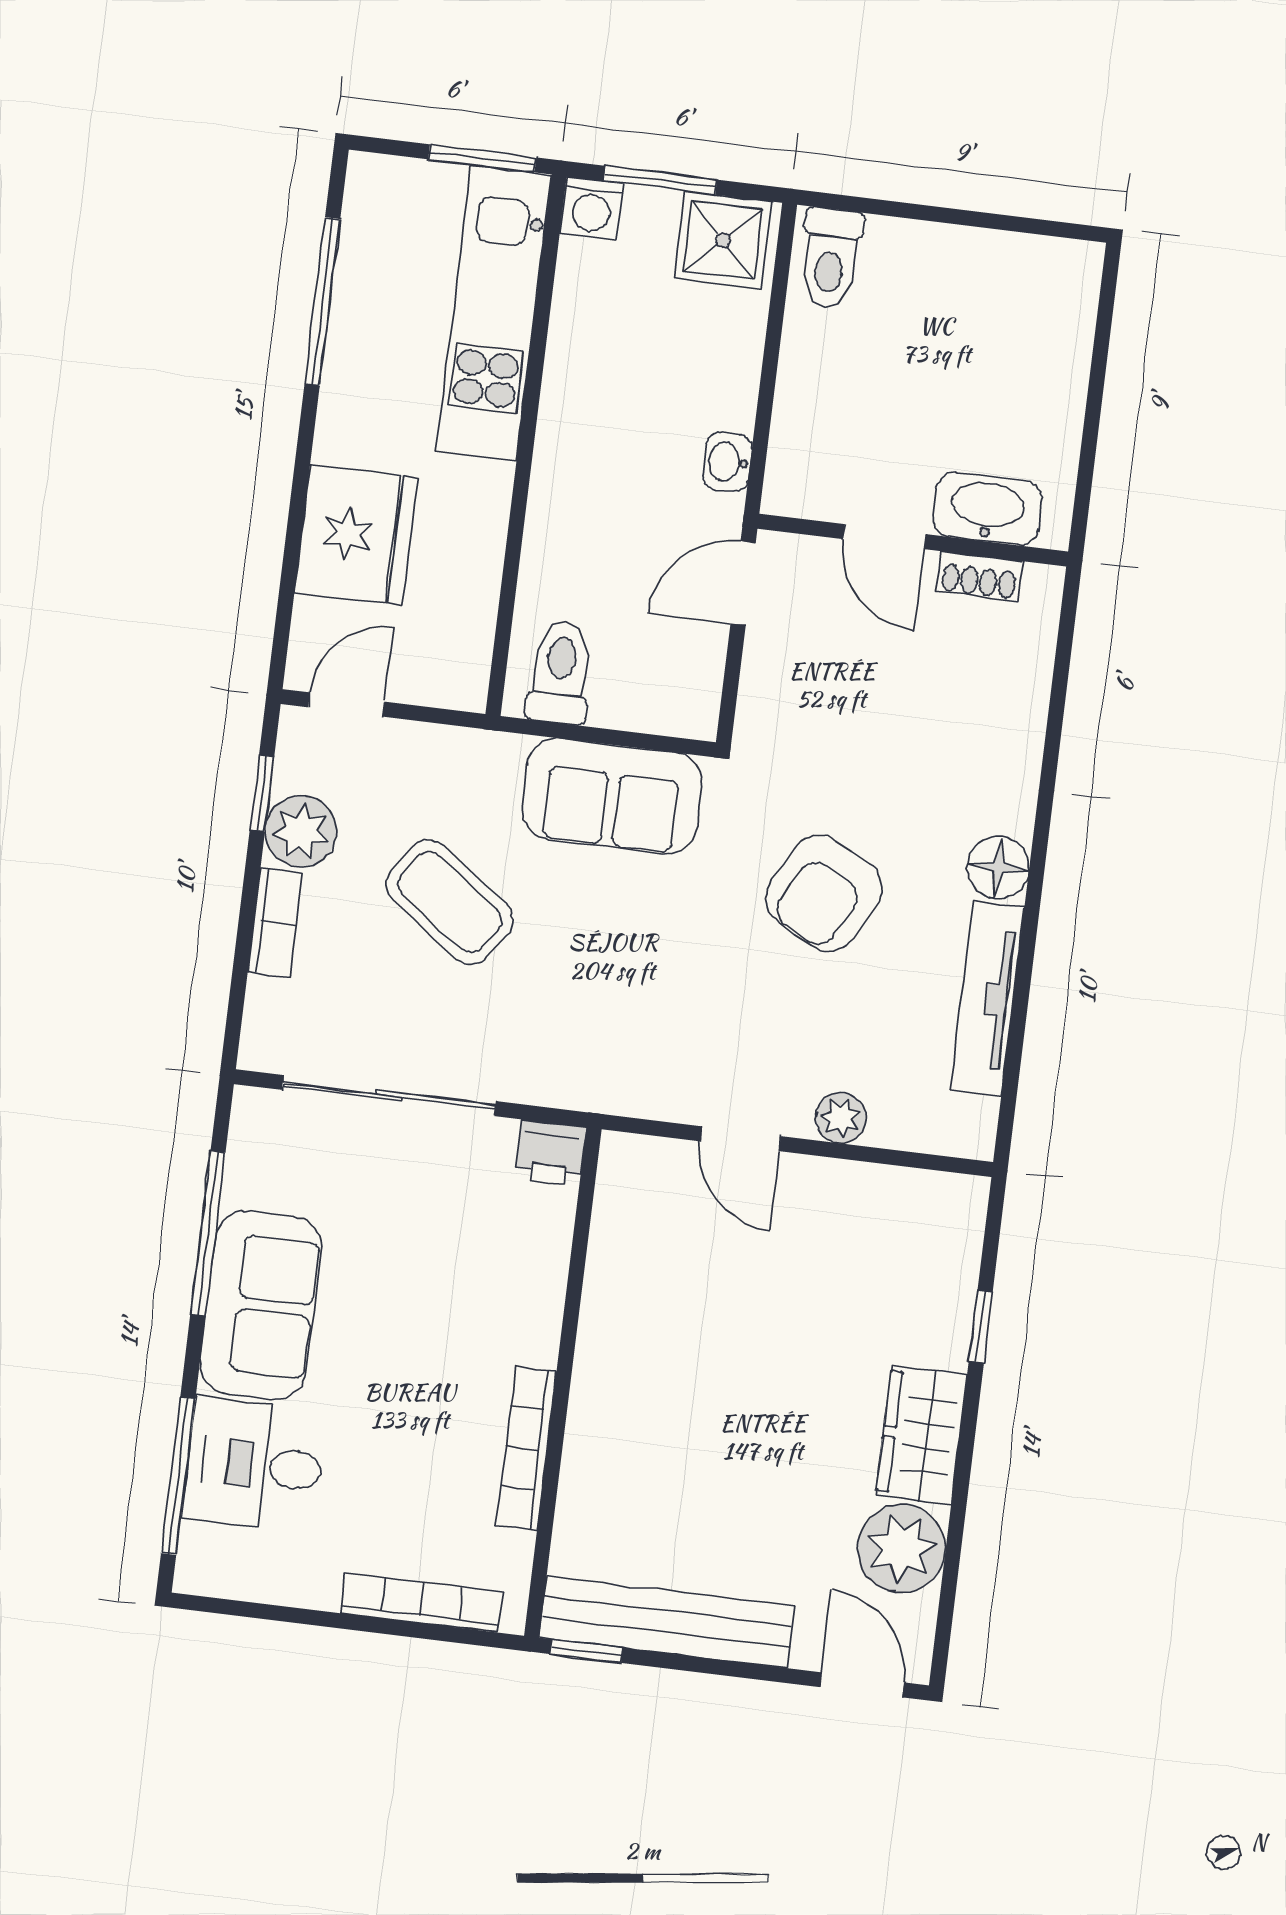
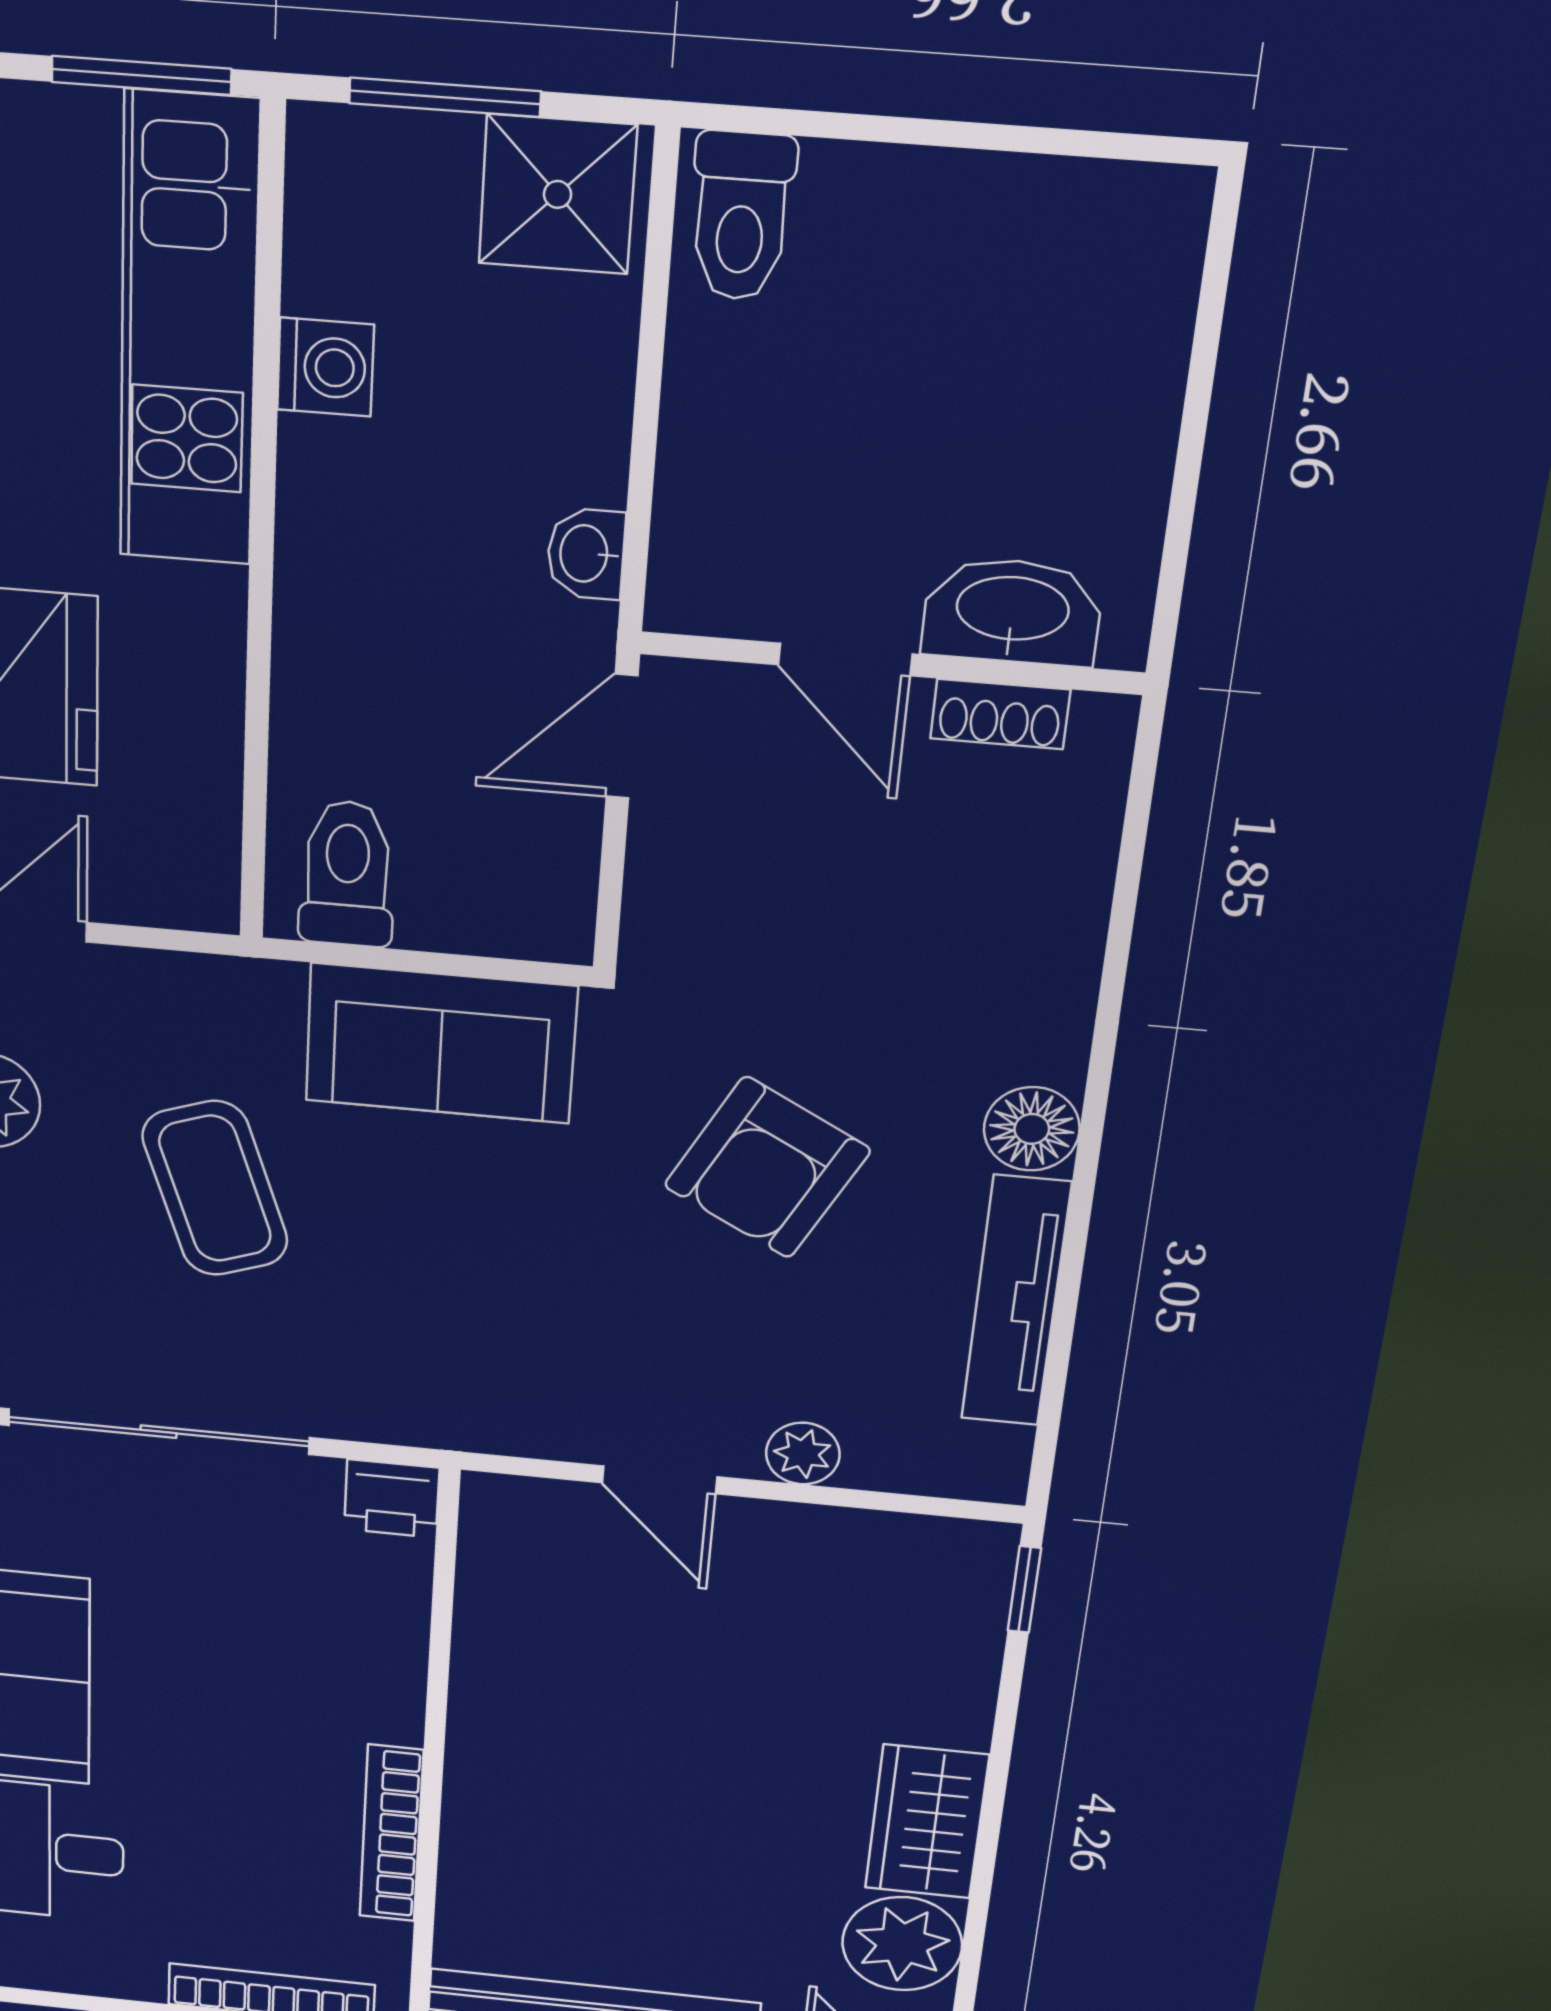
washing machine: (592, 208) -> (325, 367), moved, turned -90
coffee table: (450, 902) -> (215, 1189), turned 35
window: (981, 1326) -> (1024, 1589), moved

